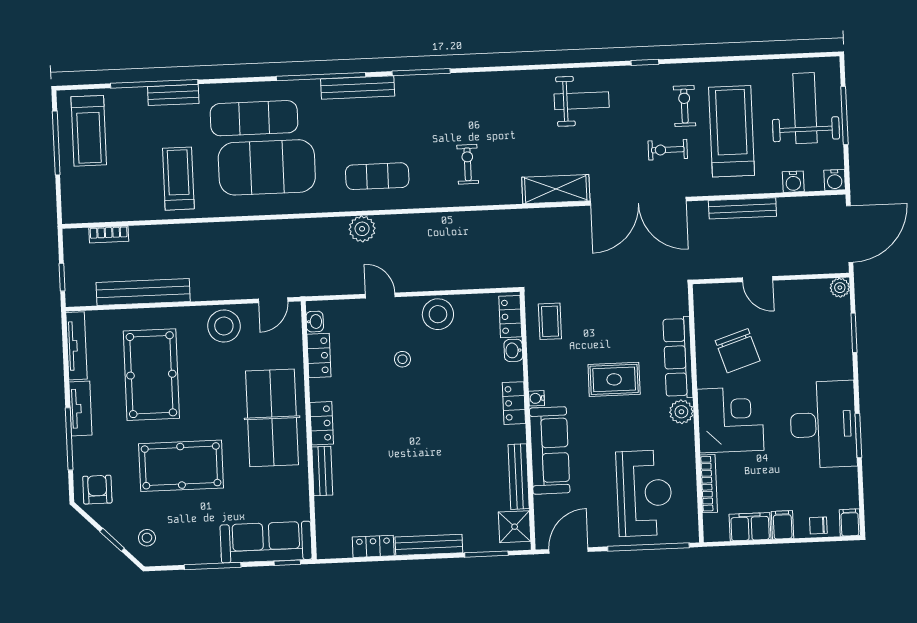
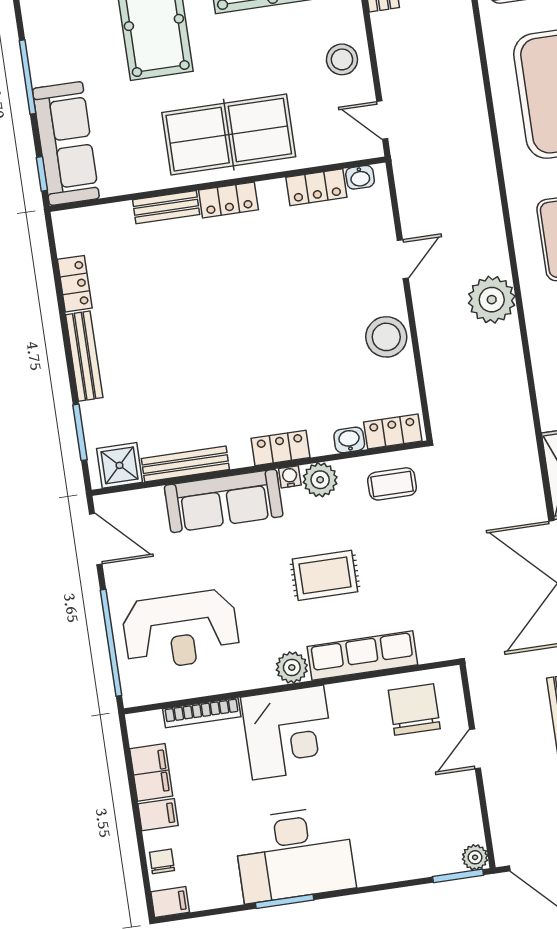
plant: (362, 229) -> (492, 300), moved, width x1.36, depth x1.36
stool: (224, 326) -> (342, 59), width x0.73, depth x0.73
window: (854, 333) -> (458, 876), moved
chair: (738, 351) -> (414, 710), moved, turned 108
stool: (402, 359) -> (323, 297), removed
plant: (541, 376) -> (320, 480), added
rug: (614, 379) -> (325, 575), turned 90

